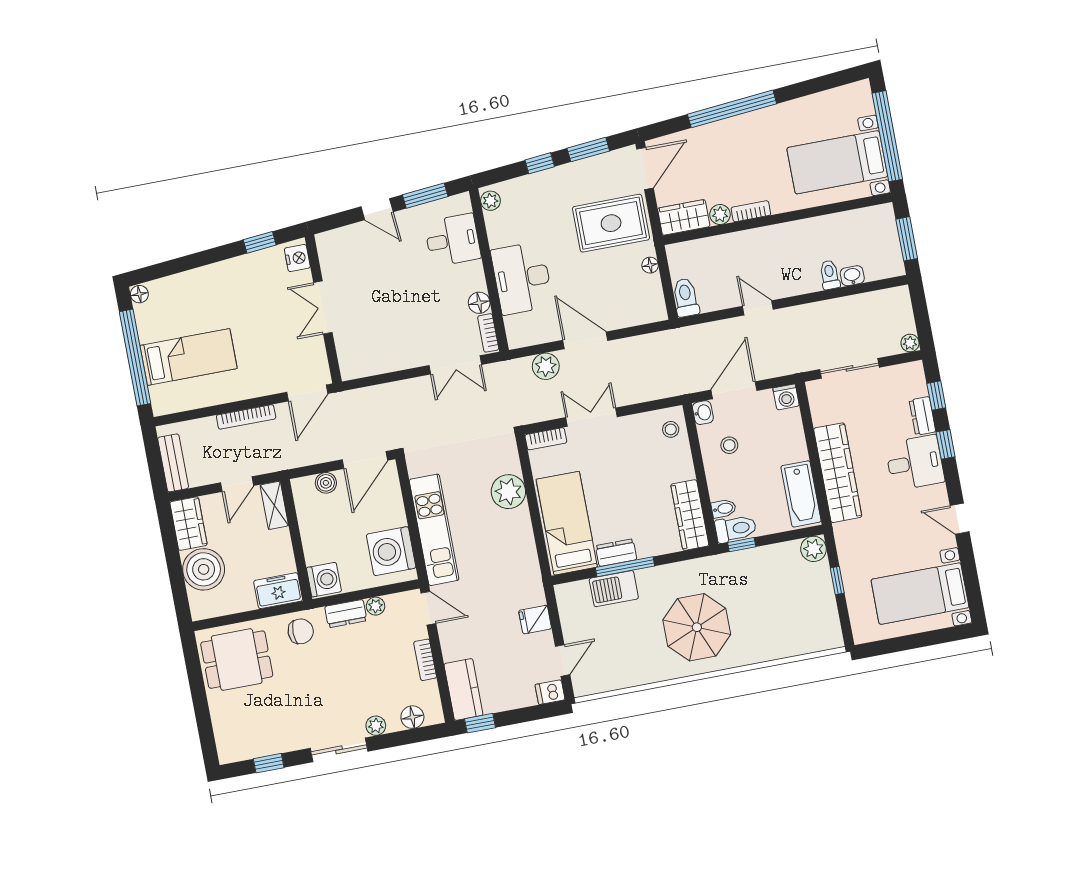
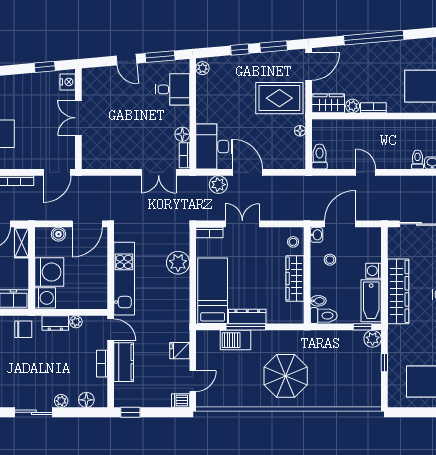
desk: (522, 278) -> (214, 147), moved
washing machine: (786, 397) -> (373, 271), moved, turned 90
wardrobe: (690, 515) -> (295, 279), moved
window: (742, 545) -> (363, 327), moved
washing machine: (391, 551) -> (49, 272), moved, turned 180
dresser: (616, 553) -> (247, 316), width x1.44
kitchen counter: (463, 689) -> (124, 362), moved

